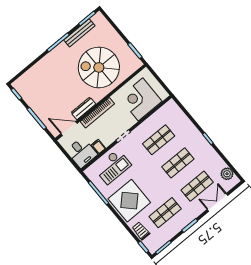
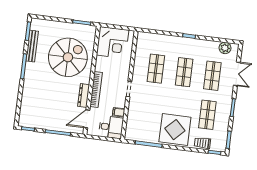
spiral stairs: (99, 67) -> (68, 57), turned 180
corner desk: (141, 99) -> (113, 43), moved, turned -90
checkout: (113, 167) -> (141, 117), removed
double door: (218, 202) -> (237, 74), swing flipped

